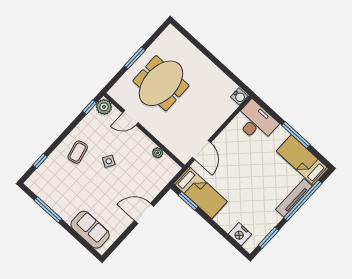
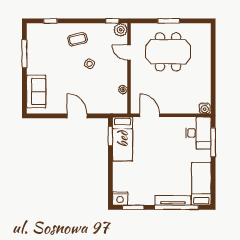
window: (296, 135) -> (213, 142), moved
door: (202, 150) -> (150, 115), swing flipped
nightstand: (240, 234) -> (120, 198), moved, turned -90

